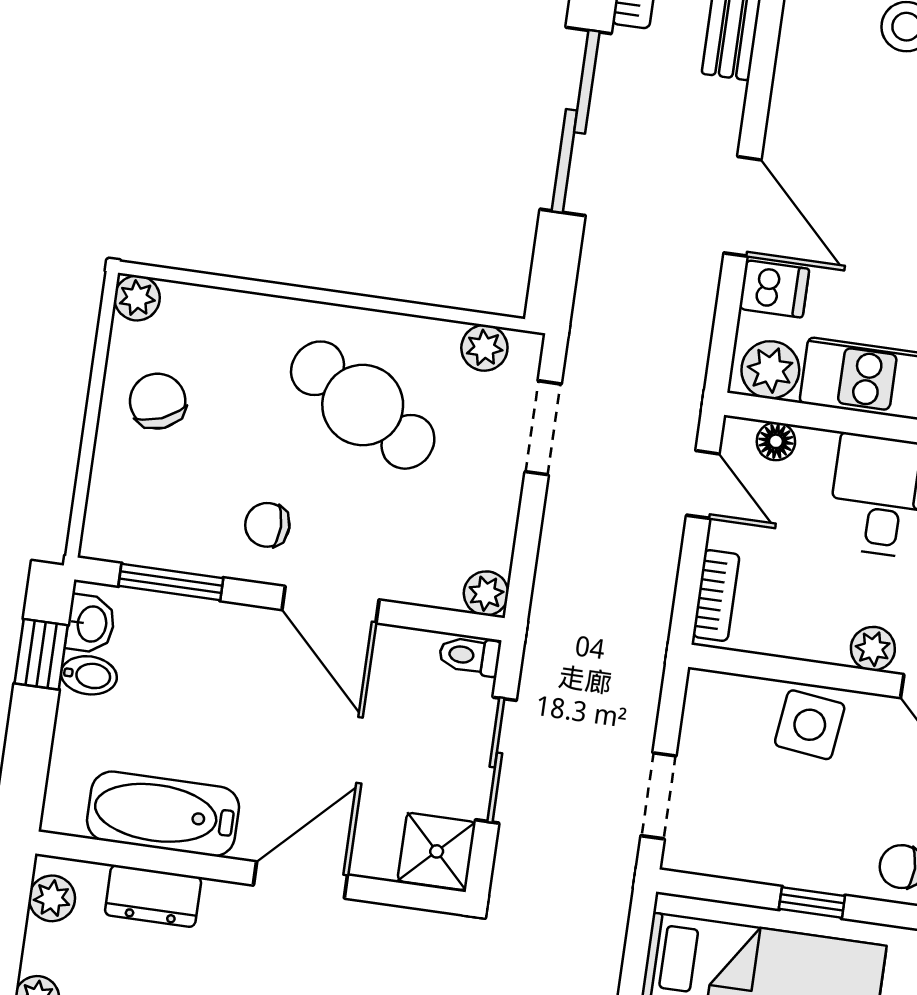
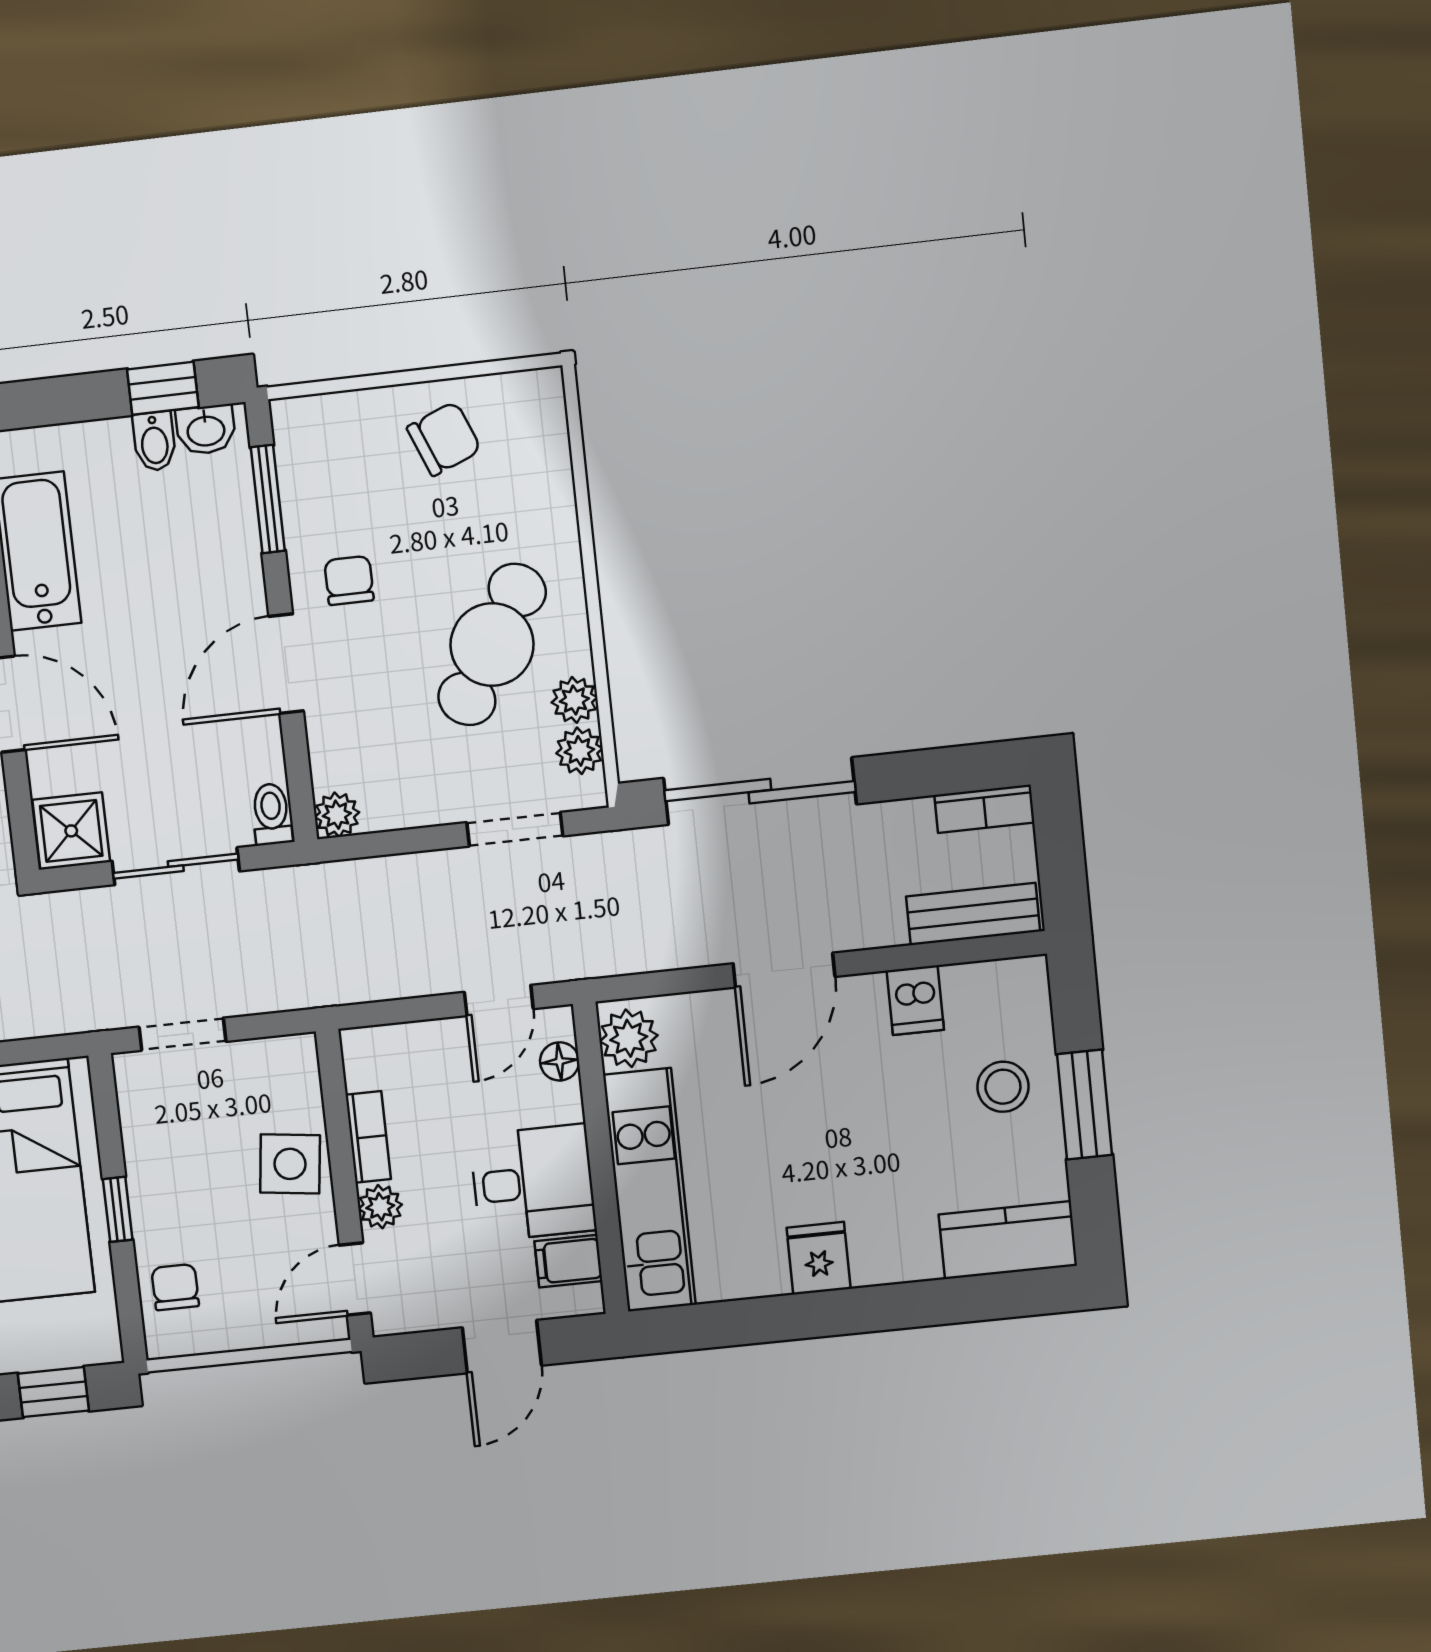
sliding door: (576, 121) -> (760, 791), moved
dishwasher: (774, 289) -> (915, 1000), moved
plant: (137, 298) -> (574, 700), moved
bookcase: (716, 595) -> (368, 1137), moved, turned -90

